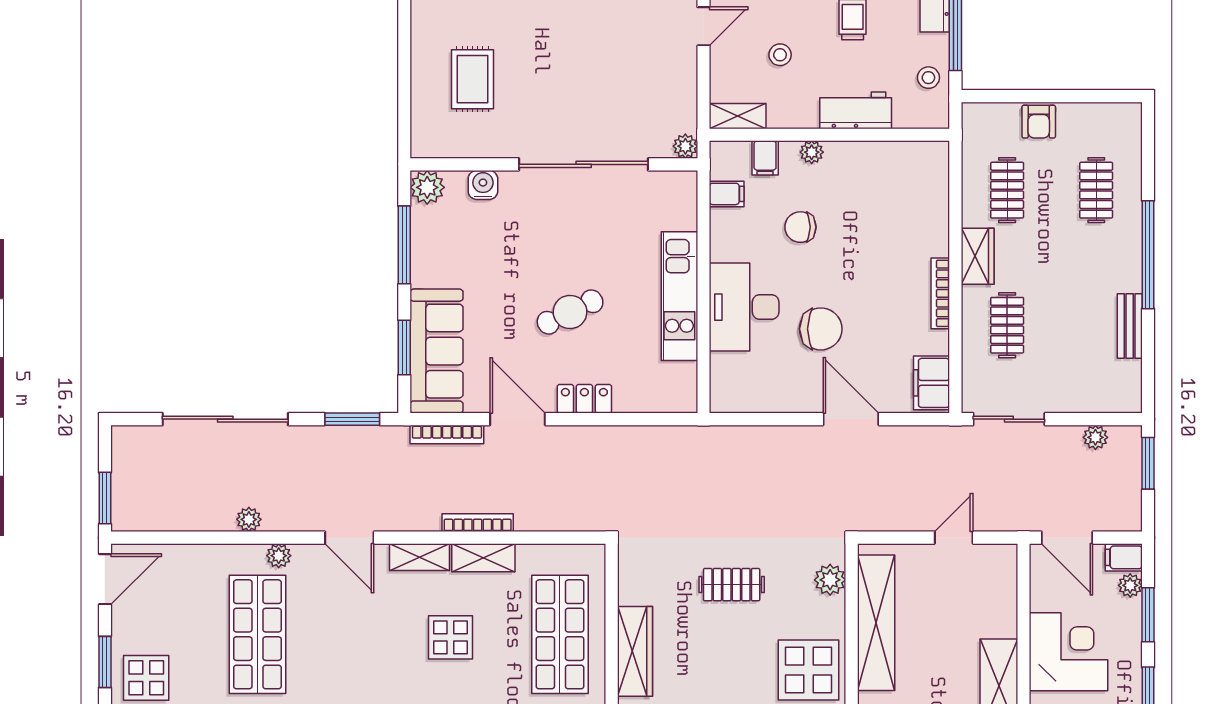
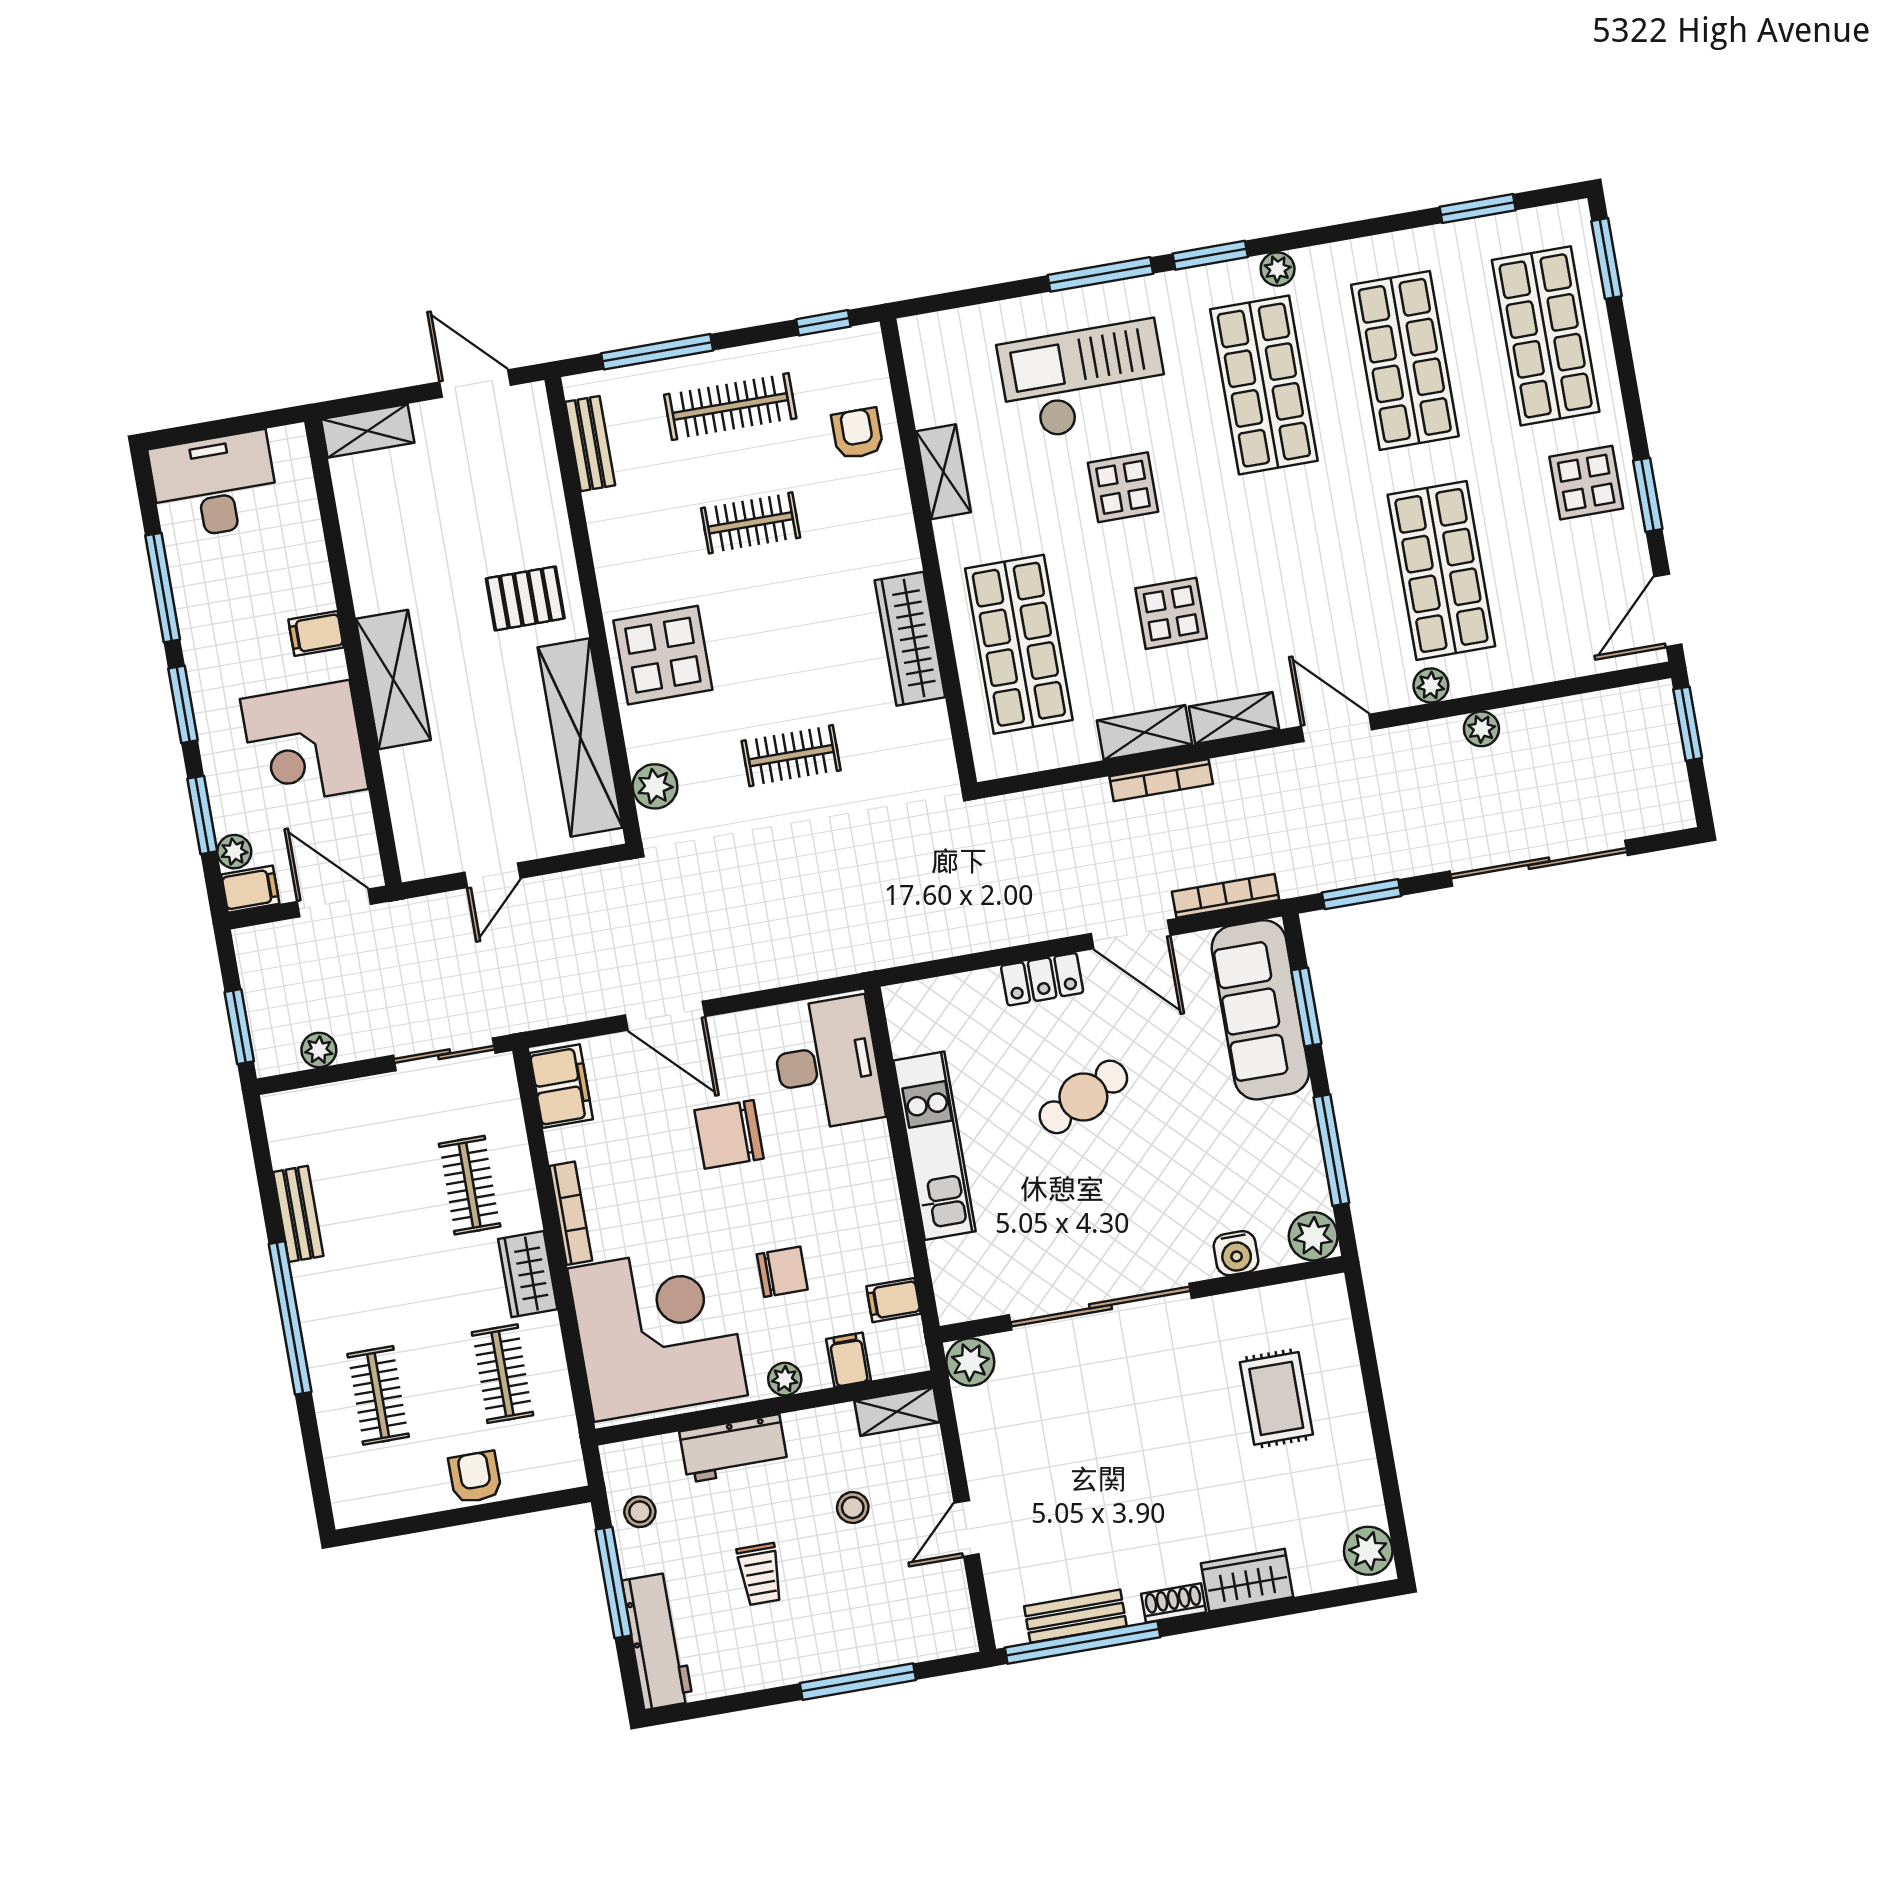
plant: (685, 146) -> (970, 1362), width x1.38, depth x1.38
corner desk: (894, 200) -> (657, 1332), added
desk: (744, 307) -> (827, 1064), moved

